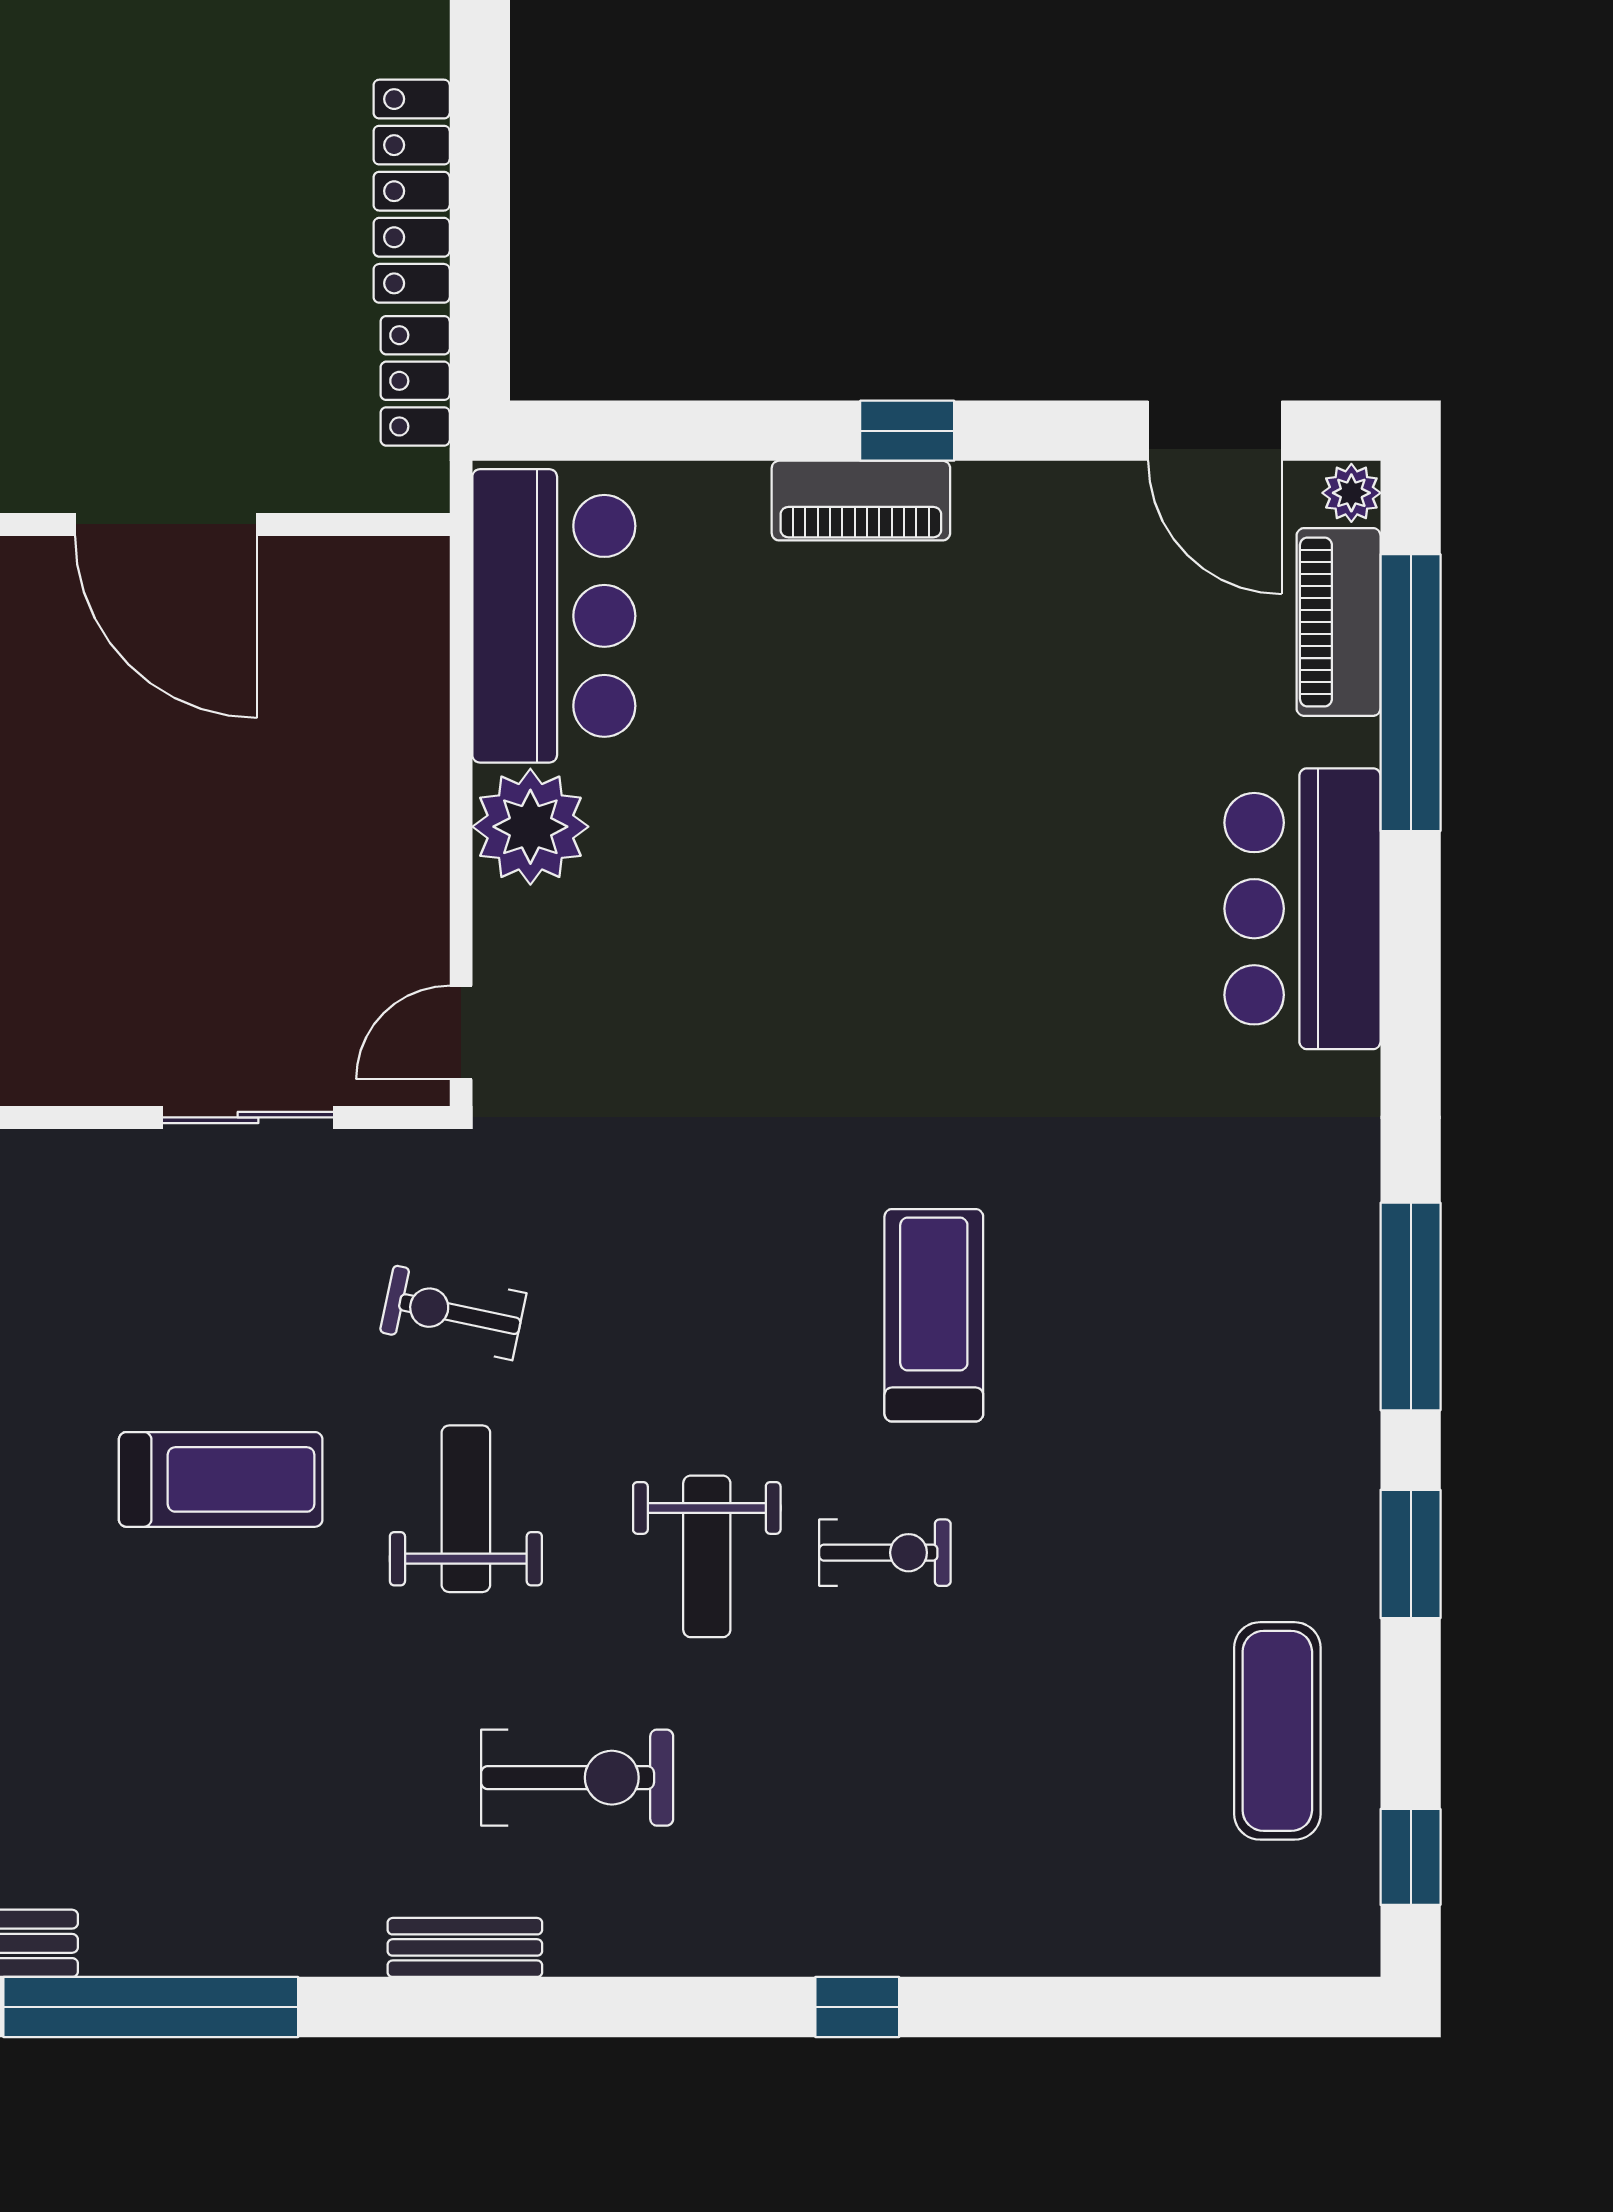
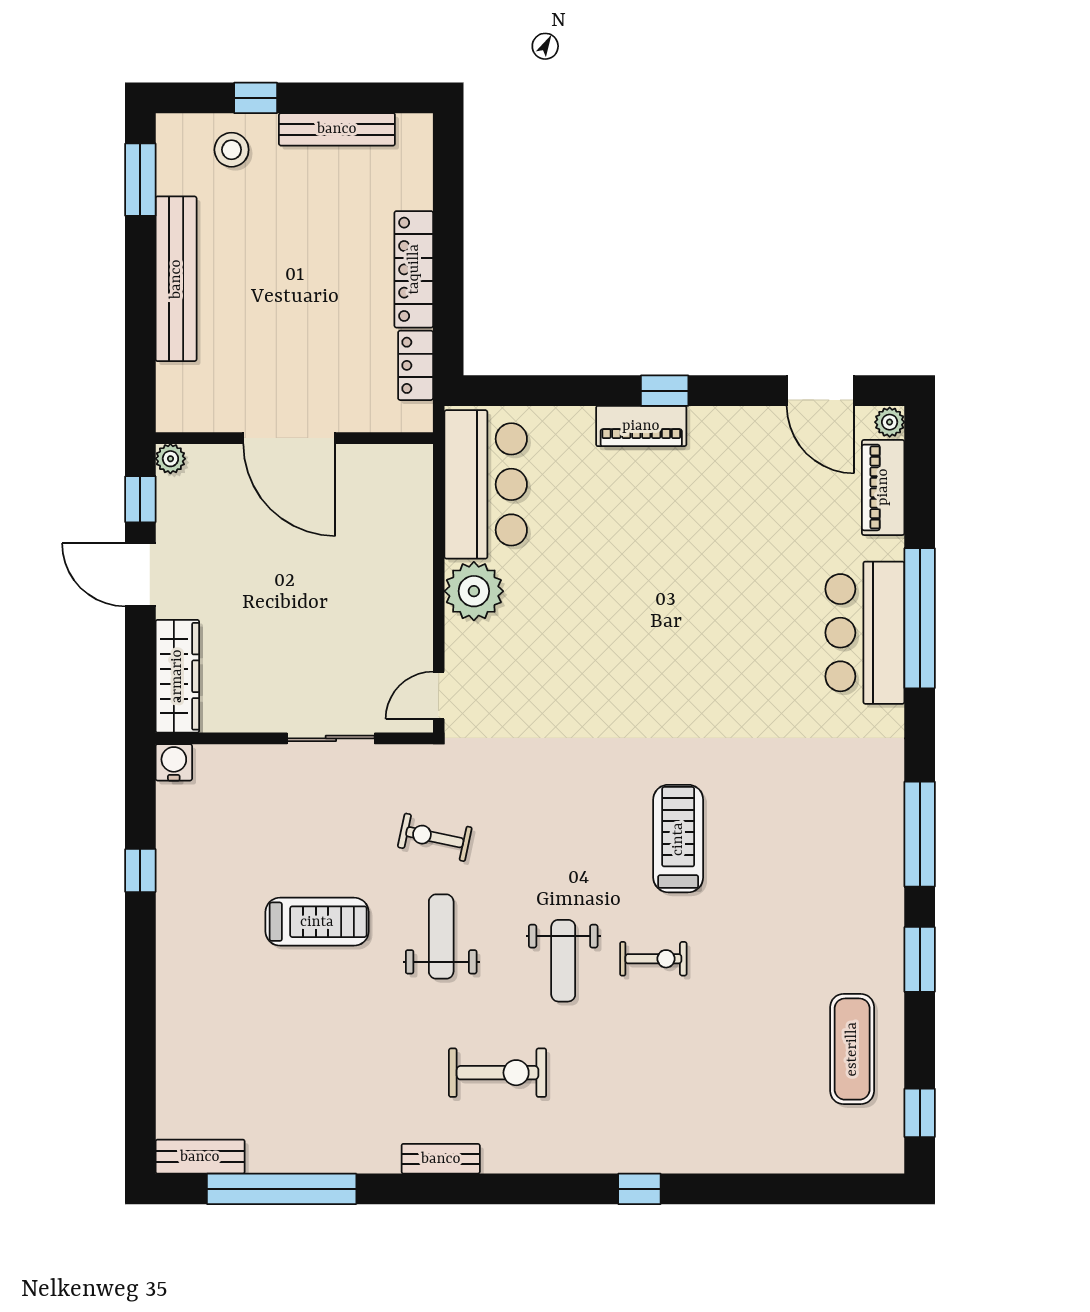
window: (1411, 693) -> (920, 618), moved

